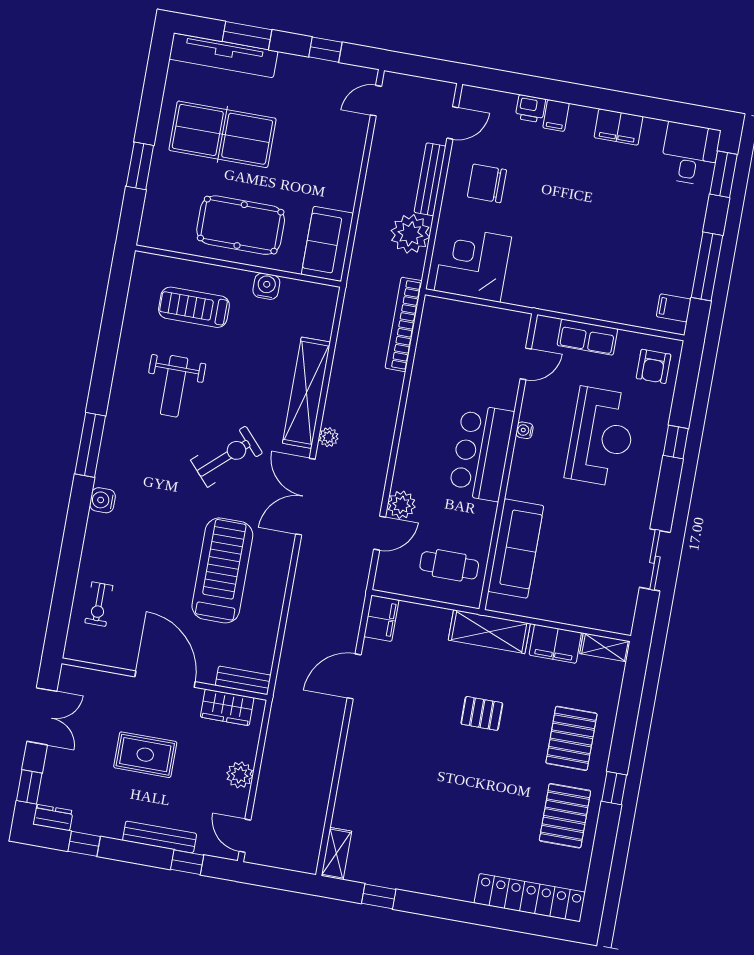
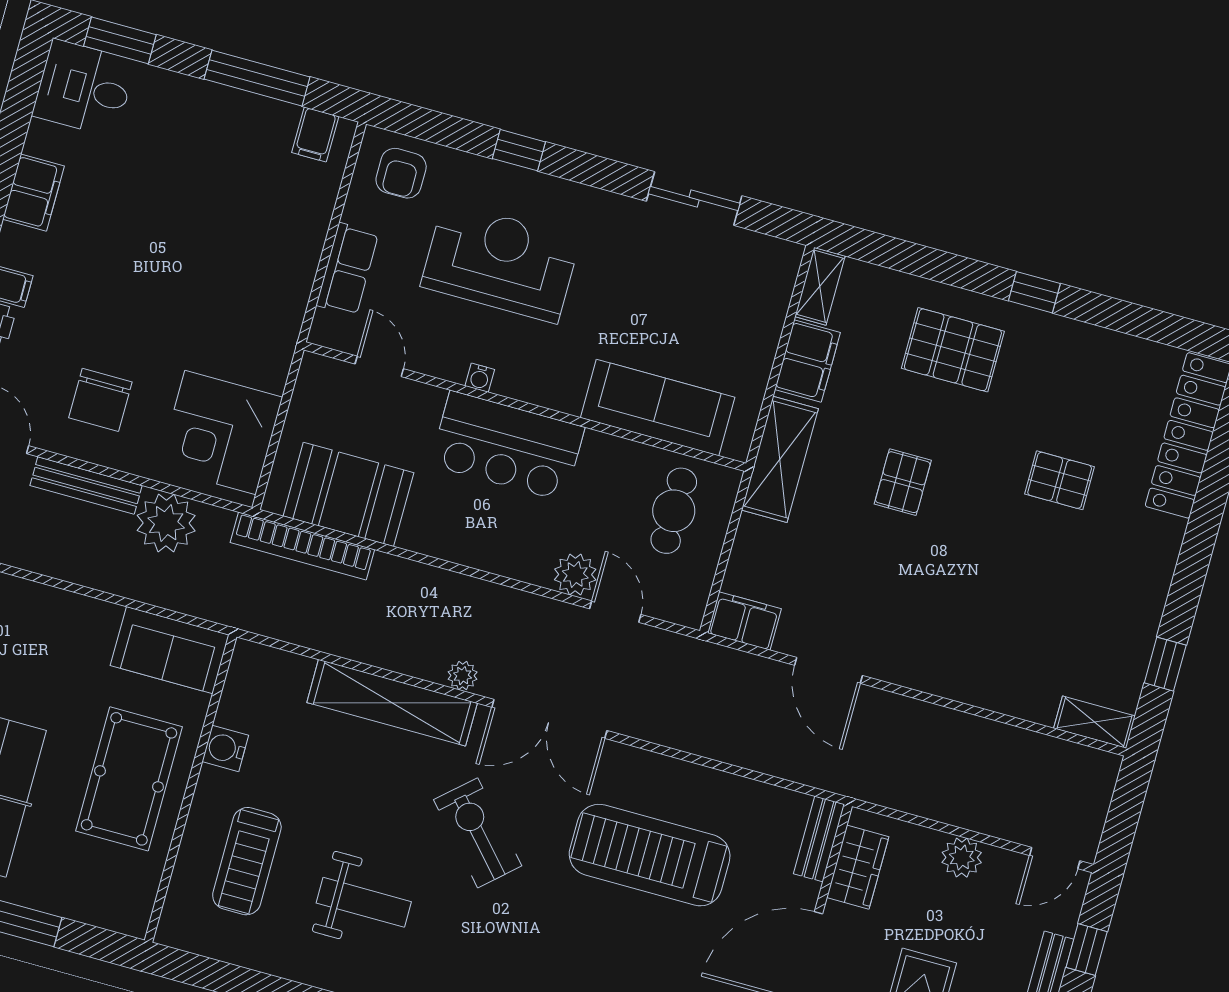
booth: (440, 351) -> (348, 494), added
armchair: (654, 366) -> (401, 173), turned 90
pallet: (565, 816) -> (1060, 480), moved, width x0.67, depth x0.71

